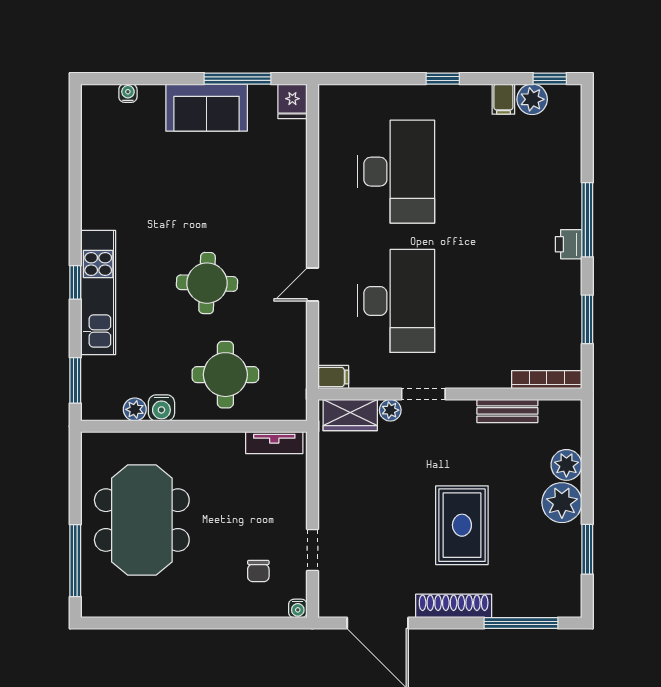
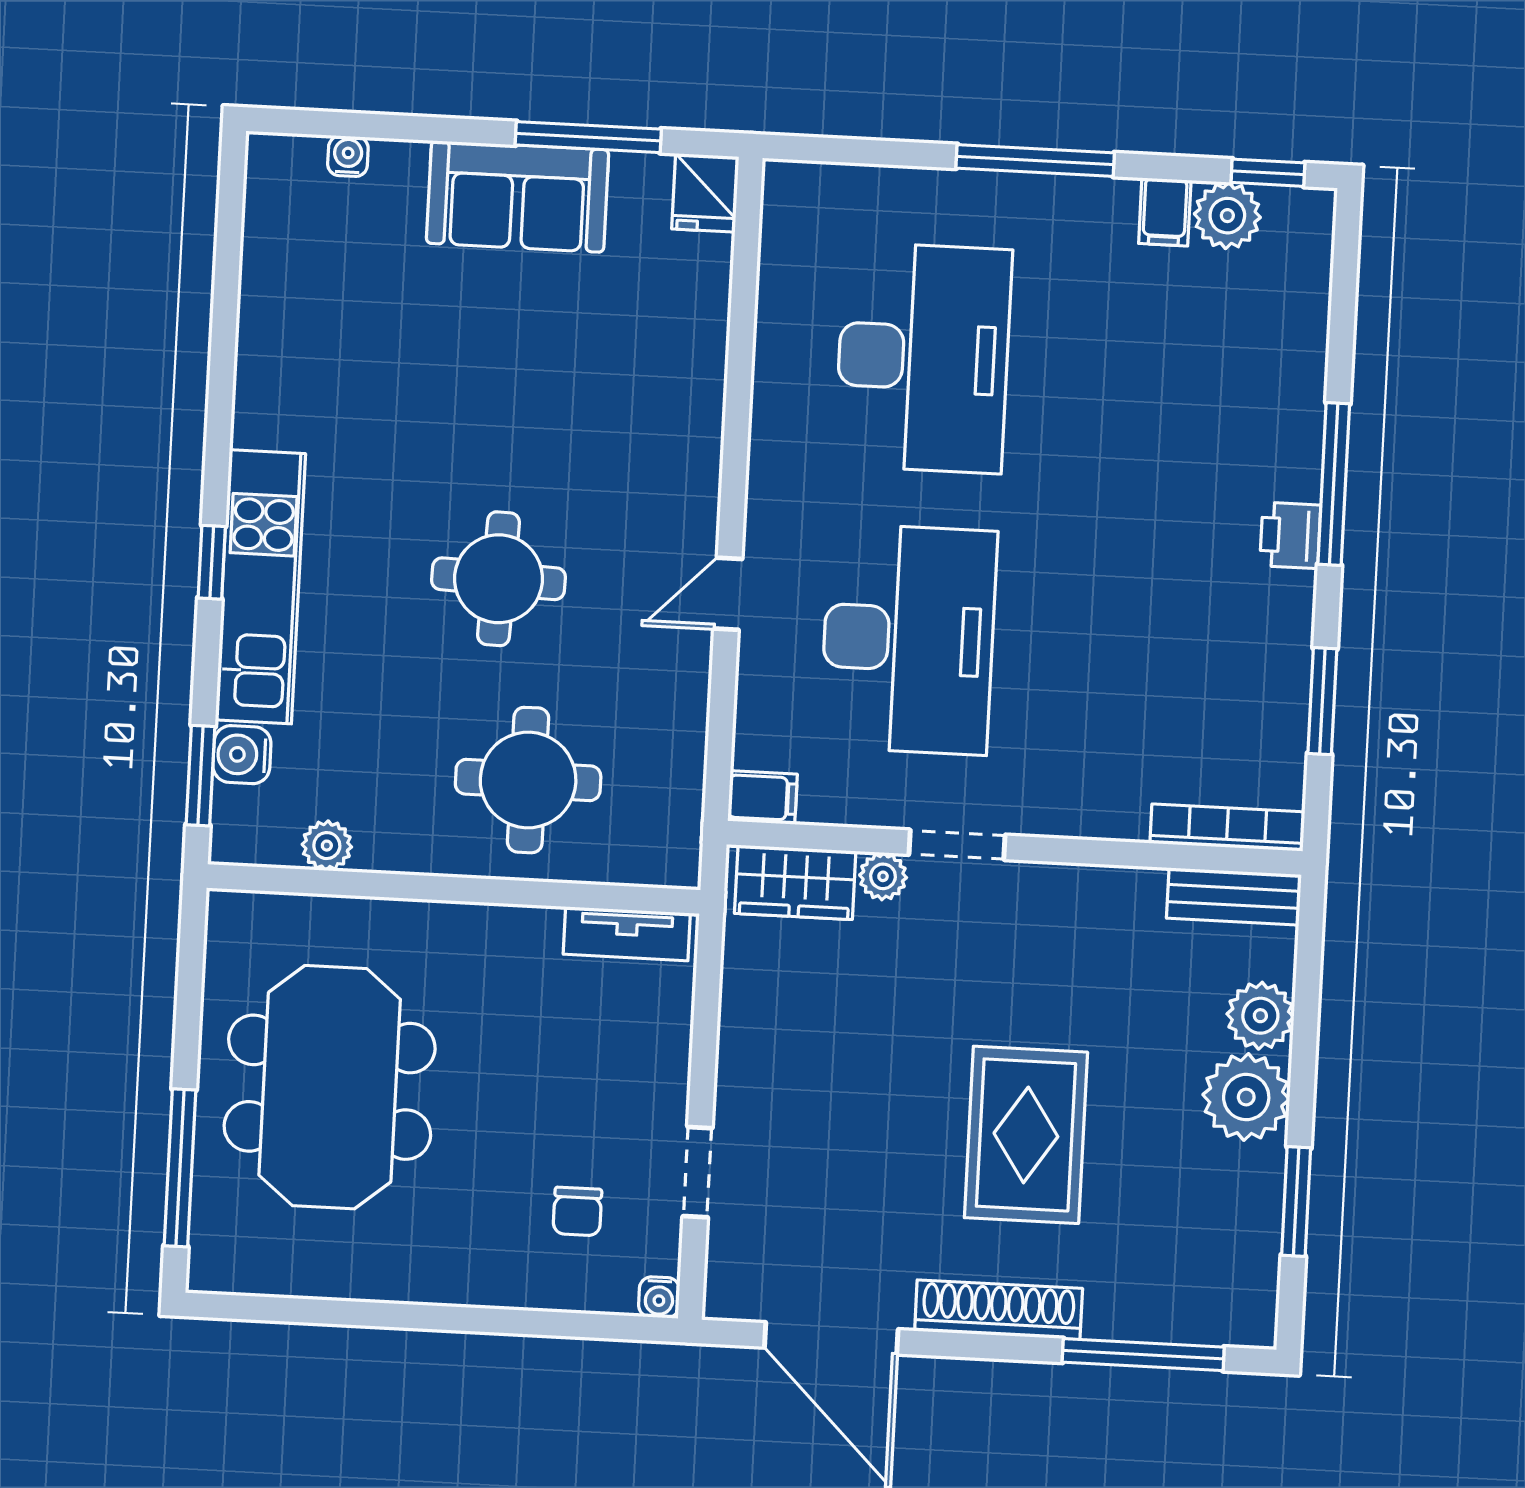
window: (443, 79) -> (1035, 160), width x2.17
water cooler: (161, 408) -> (242, 755), moved, turned 90
bench: (507, 411) -> (1234, 896), moved

